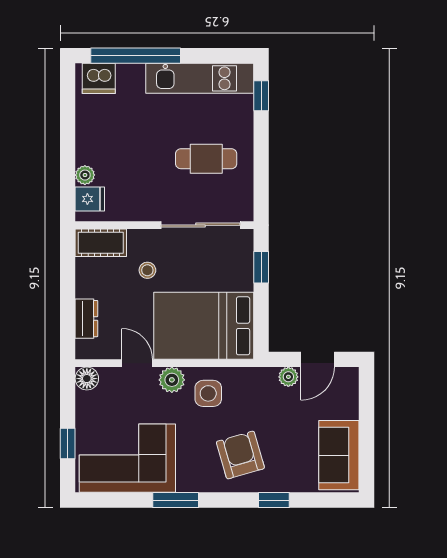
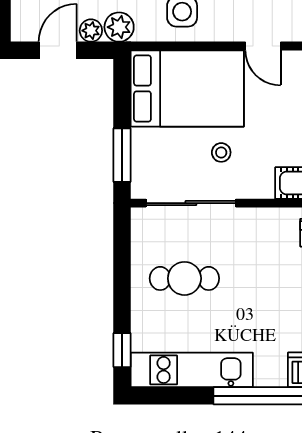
window: (261, 267) -> (122, 155), width x1.50
stool: (147, 270) -> (221, 152), moved
plant: (172, 380) -> (119, 27), moved

